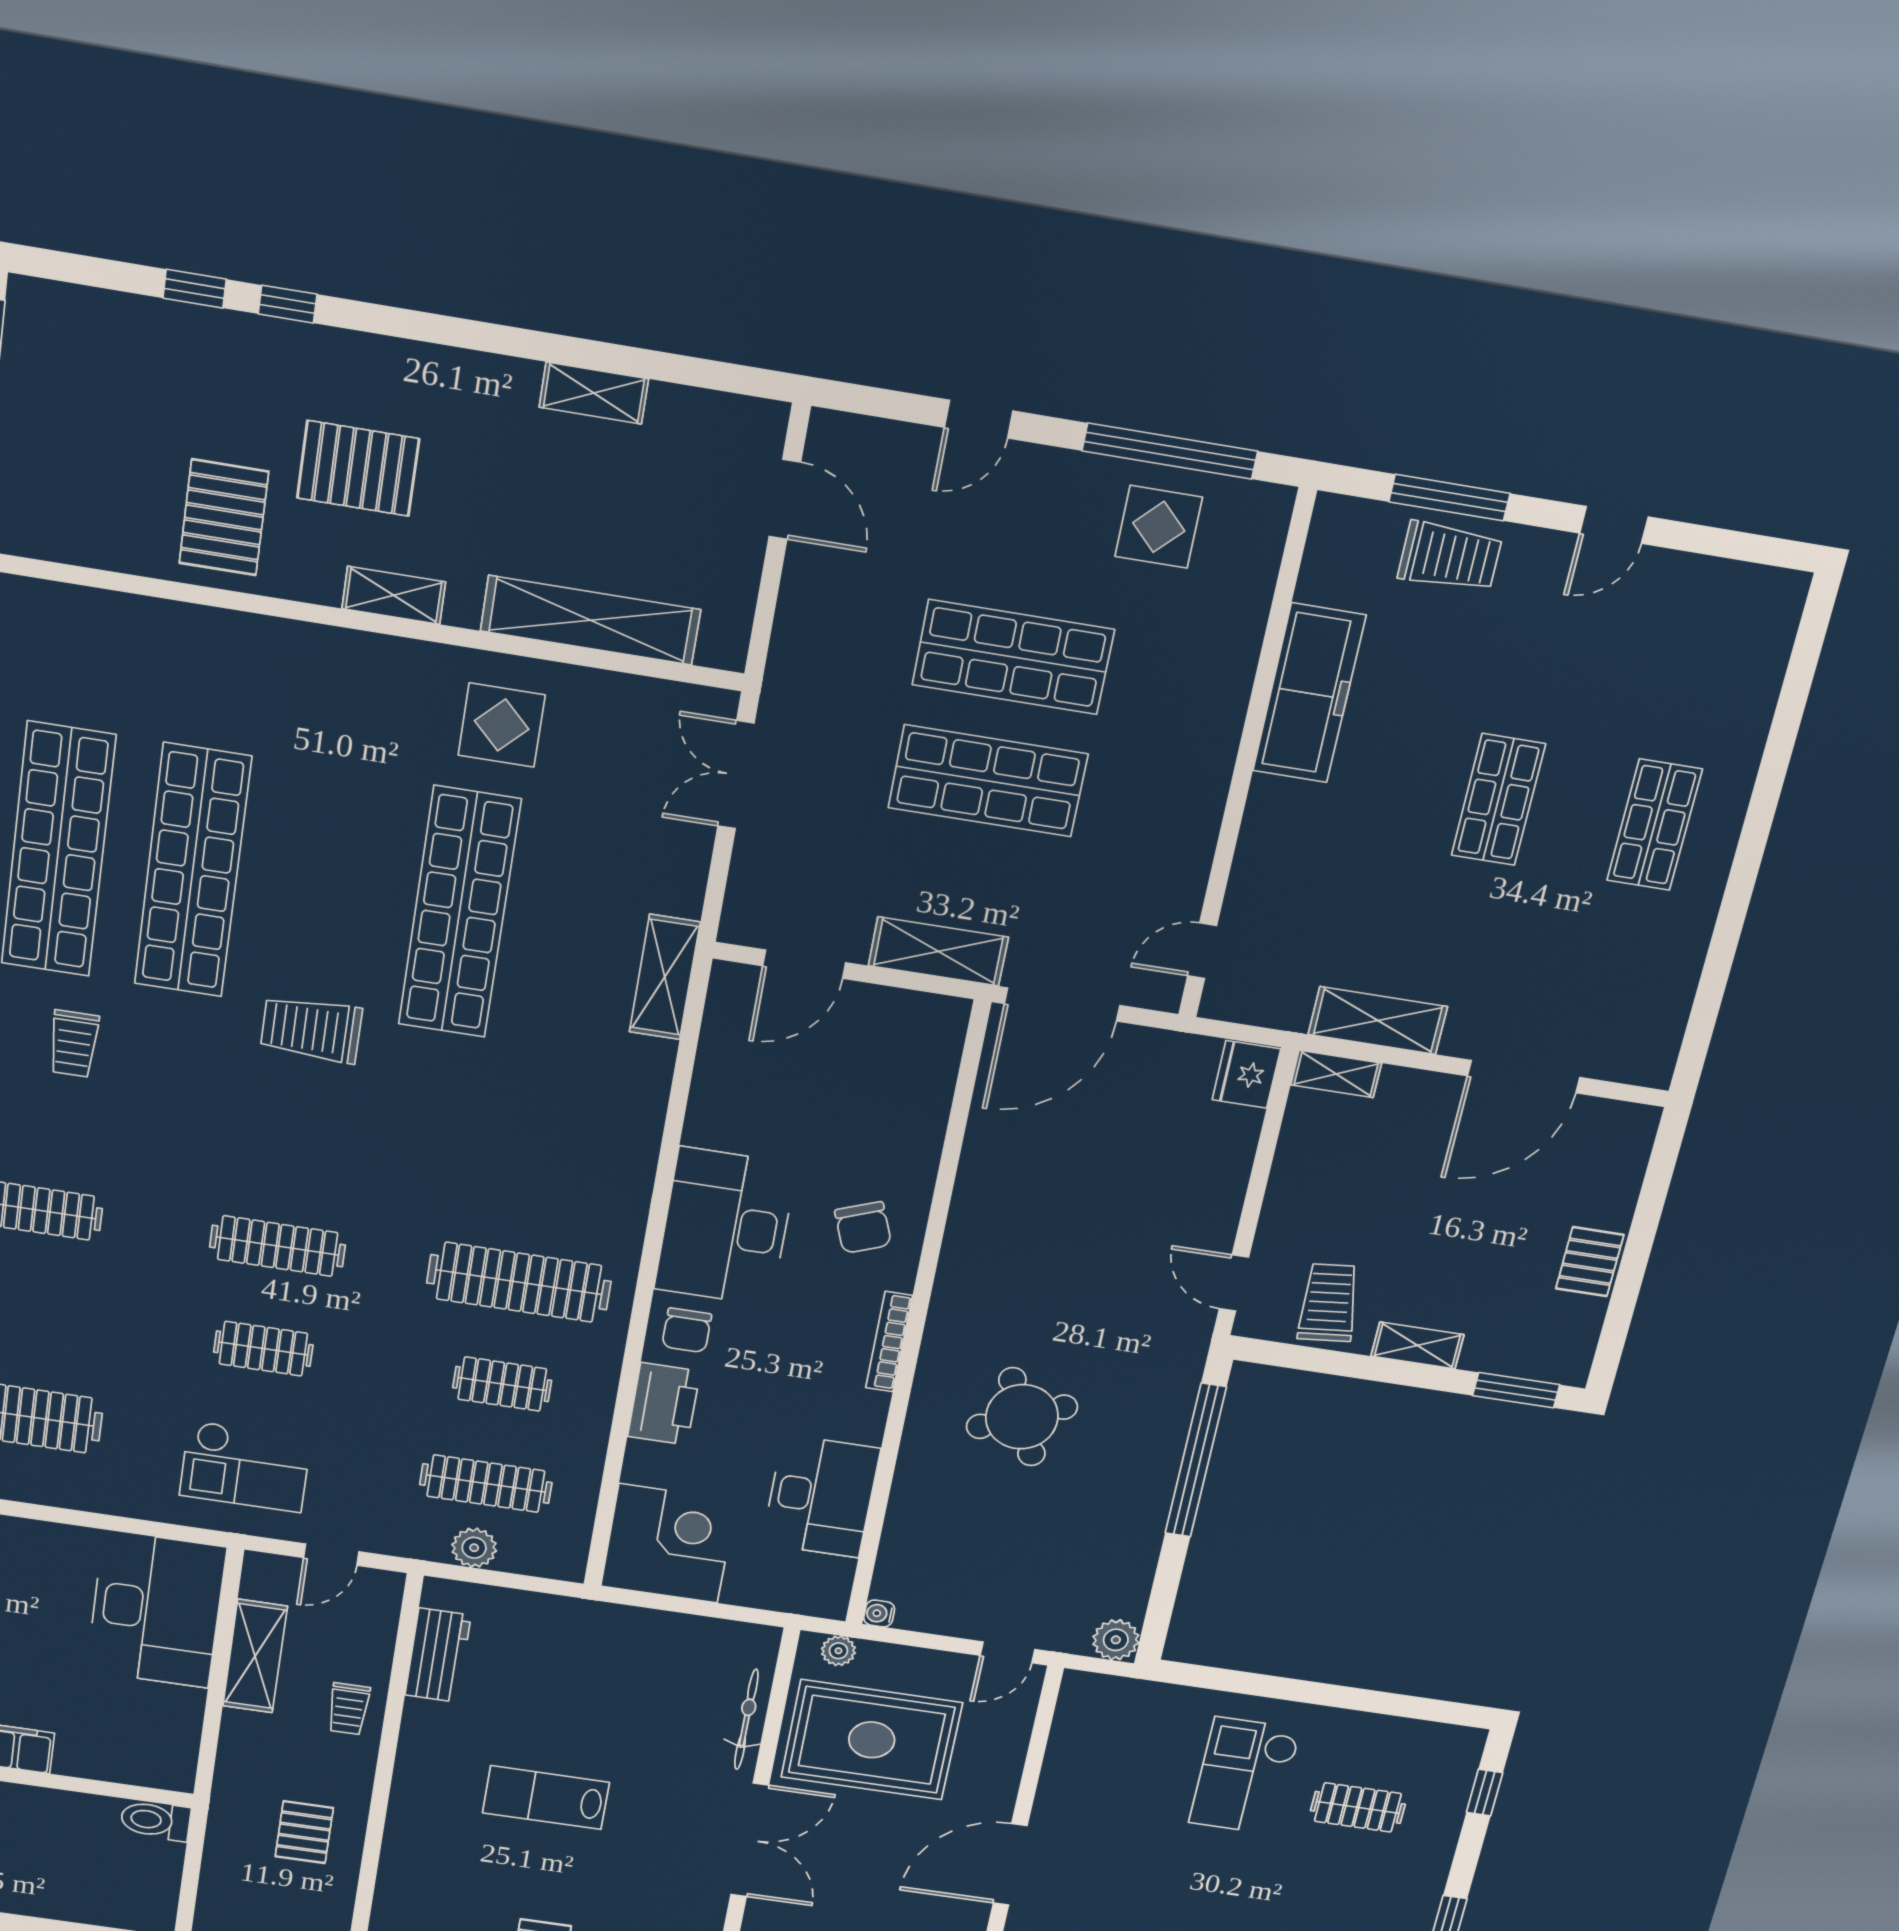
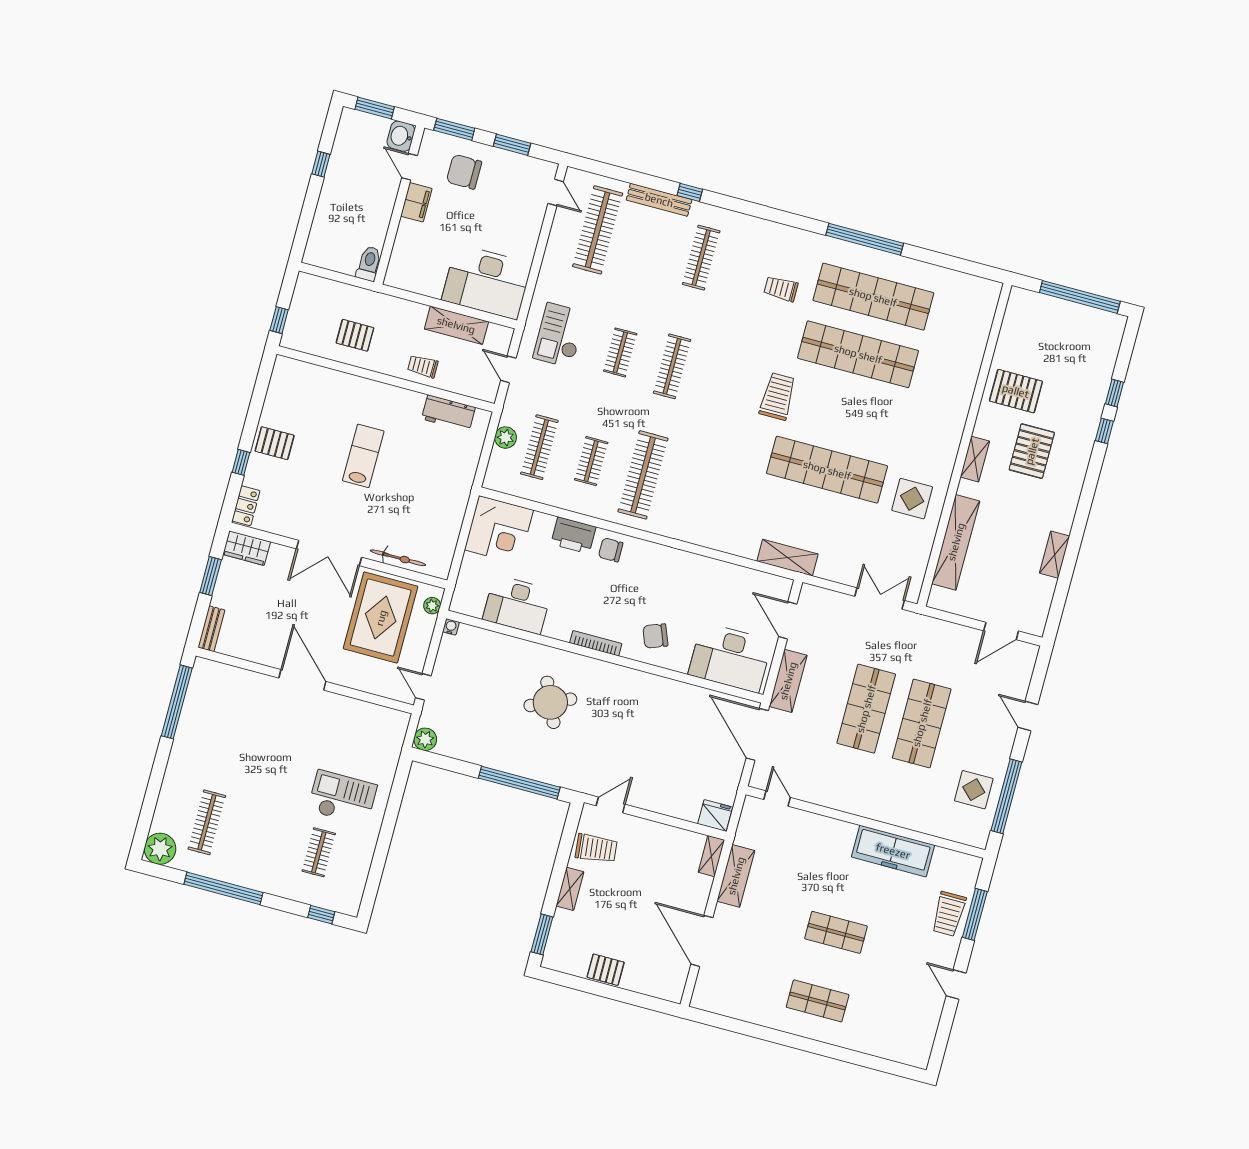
desk: (725, 1227) -> (730, 658), moved, turned 180

